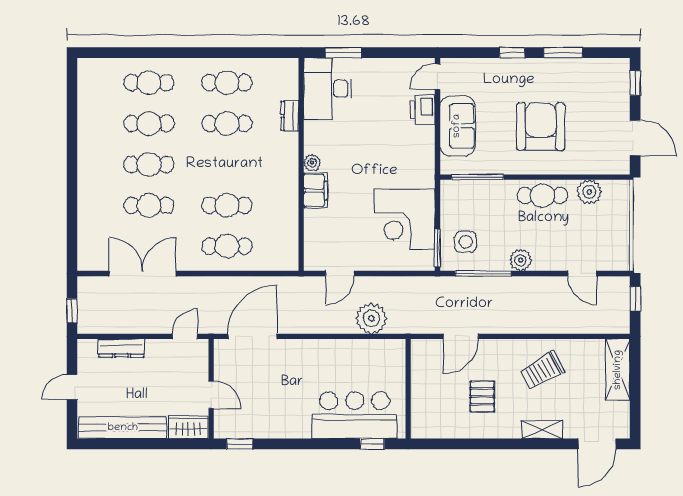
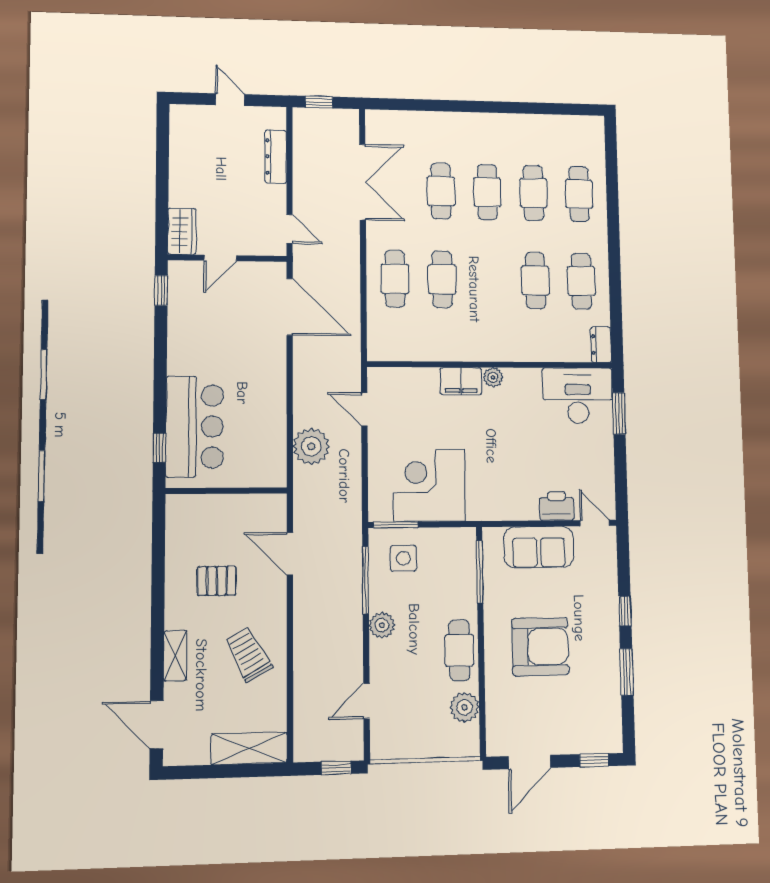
dresser: (290, 116) -> (601, 345), moved, turned -90
bench: (123, 428) -> (182, 156), removed

